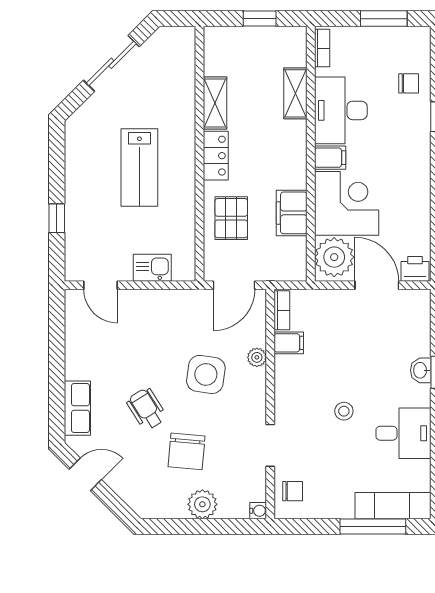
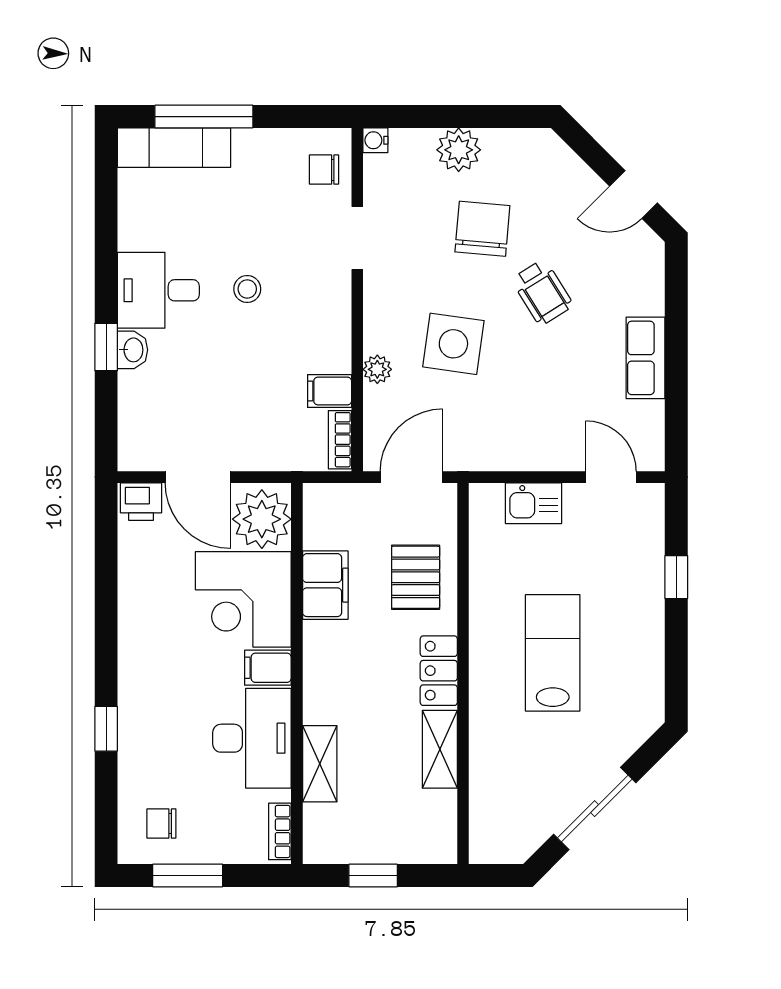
chair: (409, 83) -> (161, 824), moved
row of seats: (77, 408) -> (646, 358), moved
desk: (403, 433) -> (158, 290), moved

